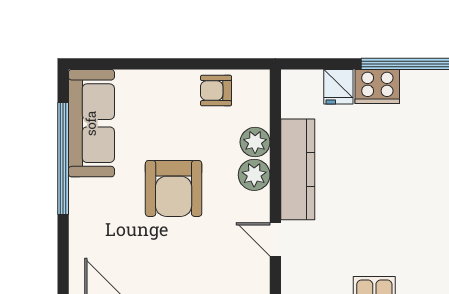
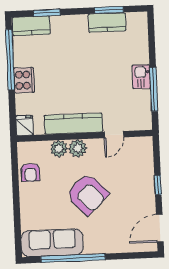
fridge: (338, 87) -> (25, 125), moved, turned -90
armchair: (174, 188) -> (87, 194), turned 47

